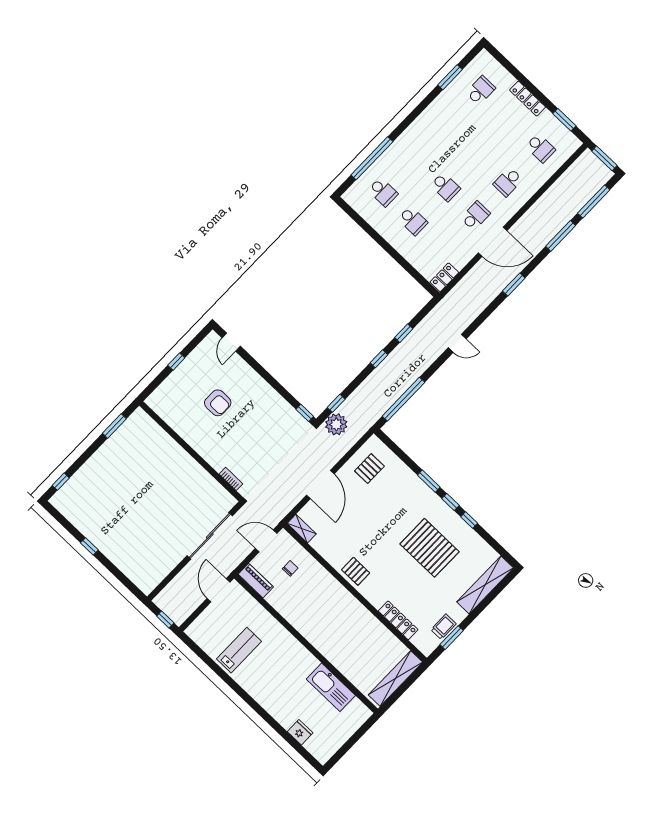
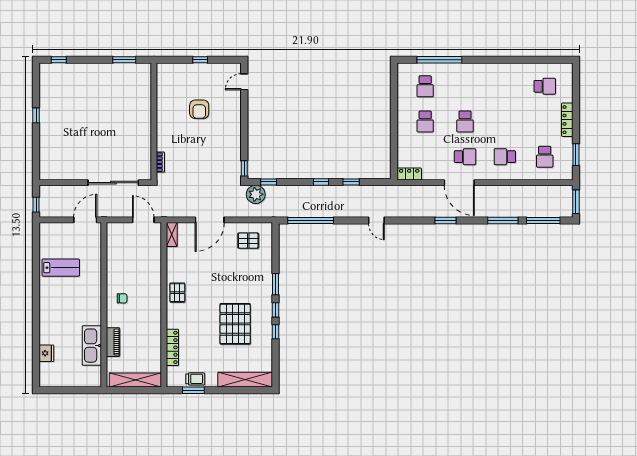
window: (450, 77) -> (535, 60), removed
chair: (290, 568) -> (122, 298), moved
piano: (256, 581) -> (113, 342), moved

